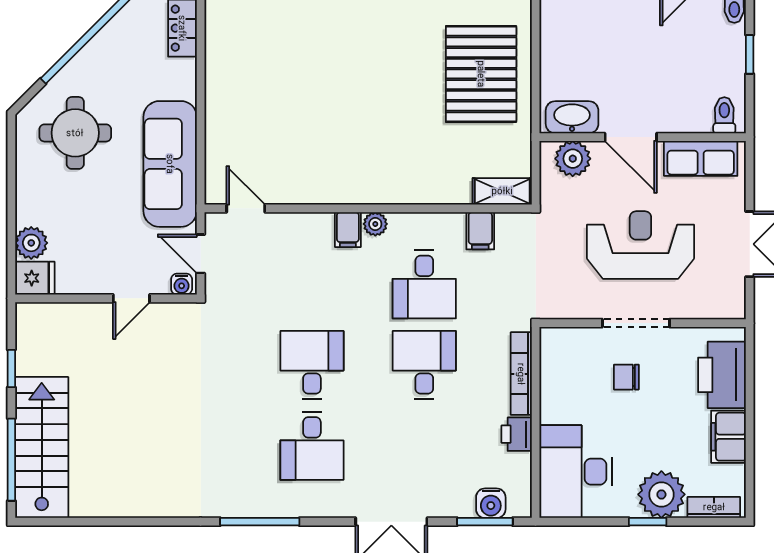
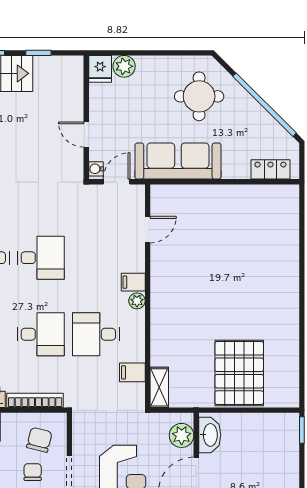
pallet: (481, 74) -> (239, 373), turned 90
door: (246, 208) -> (148, 230), moved
chair: (579, 367) -> (39, 440), added

